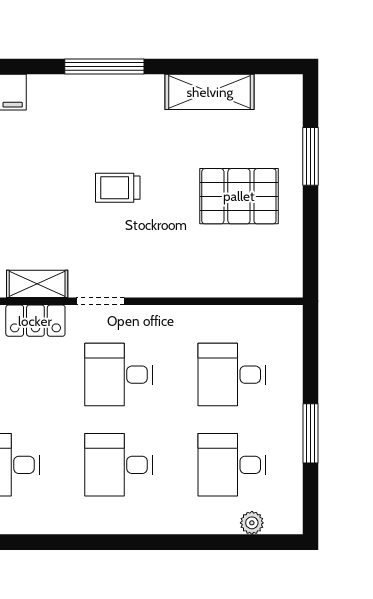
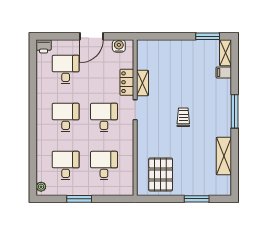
pallet: (239, 196) -> (161, 174), moved
plant: (252, 523) -> (41, 187), moved

